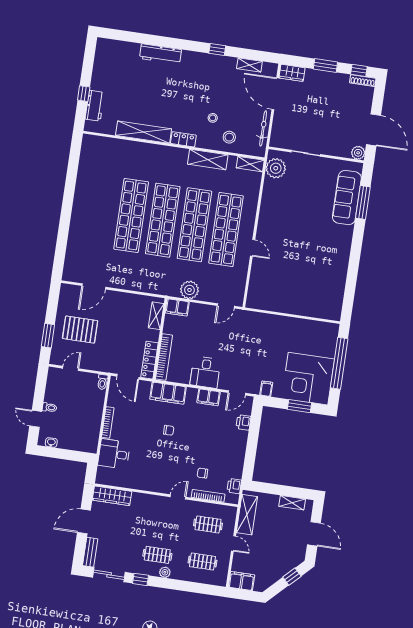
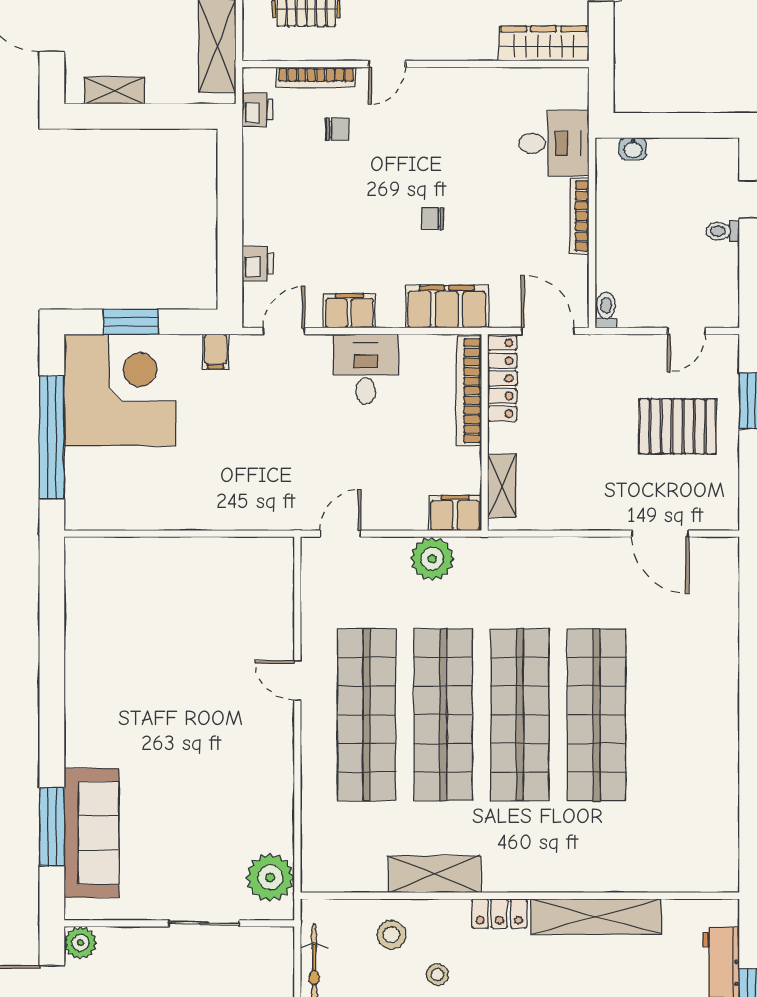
shelving: (250, 164) -> (332, 878), removed
door: (94, 286) -> (660, 534), swing flipped
washbasin: (51, 442) -> (633, 149), moved

